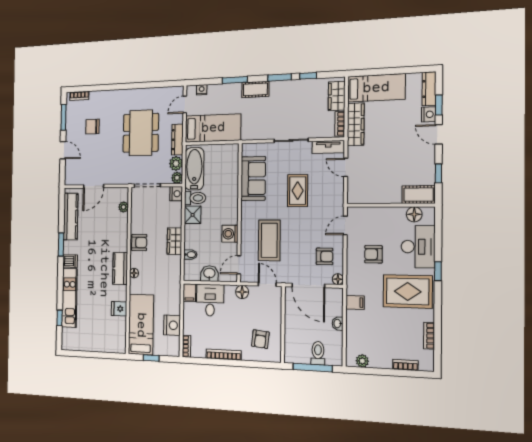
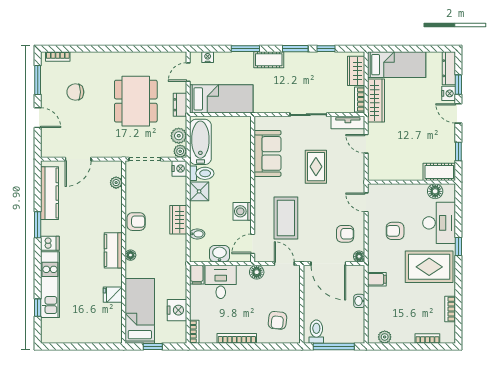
dresser: (177, 140) -> (180, 105), width x0.70
door: (345, 225) -> (366, 202), hinge flipped
toilet: (318, 353) -> (316, 332), moved

